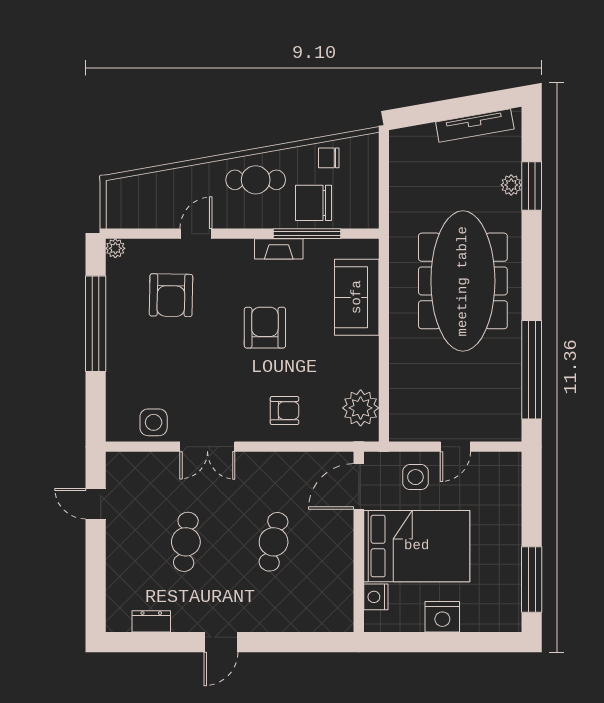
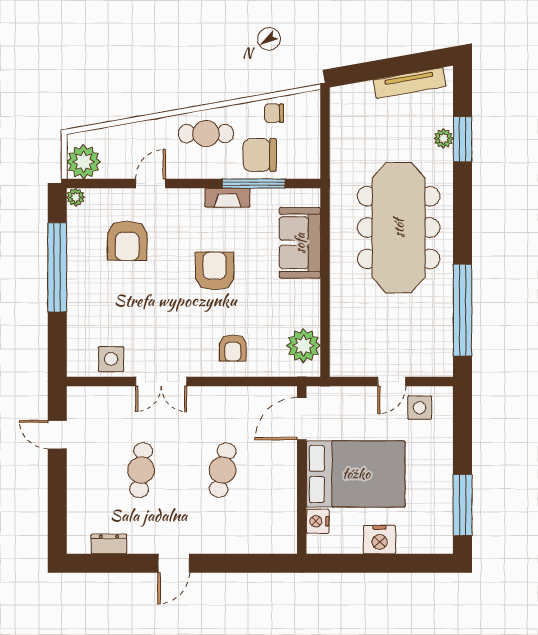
plant: (124, 210) -> (84, 162), added
armchair: (285, 411) -> (233, 348), turned 90
side table: (415, 477) -> (420, 408), moved

